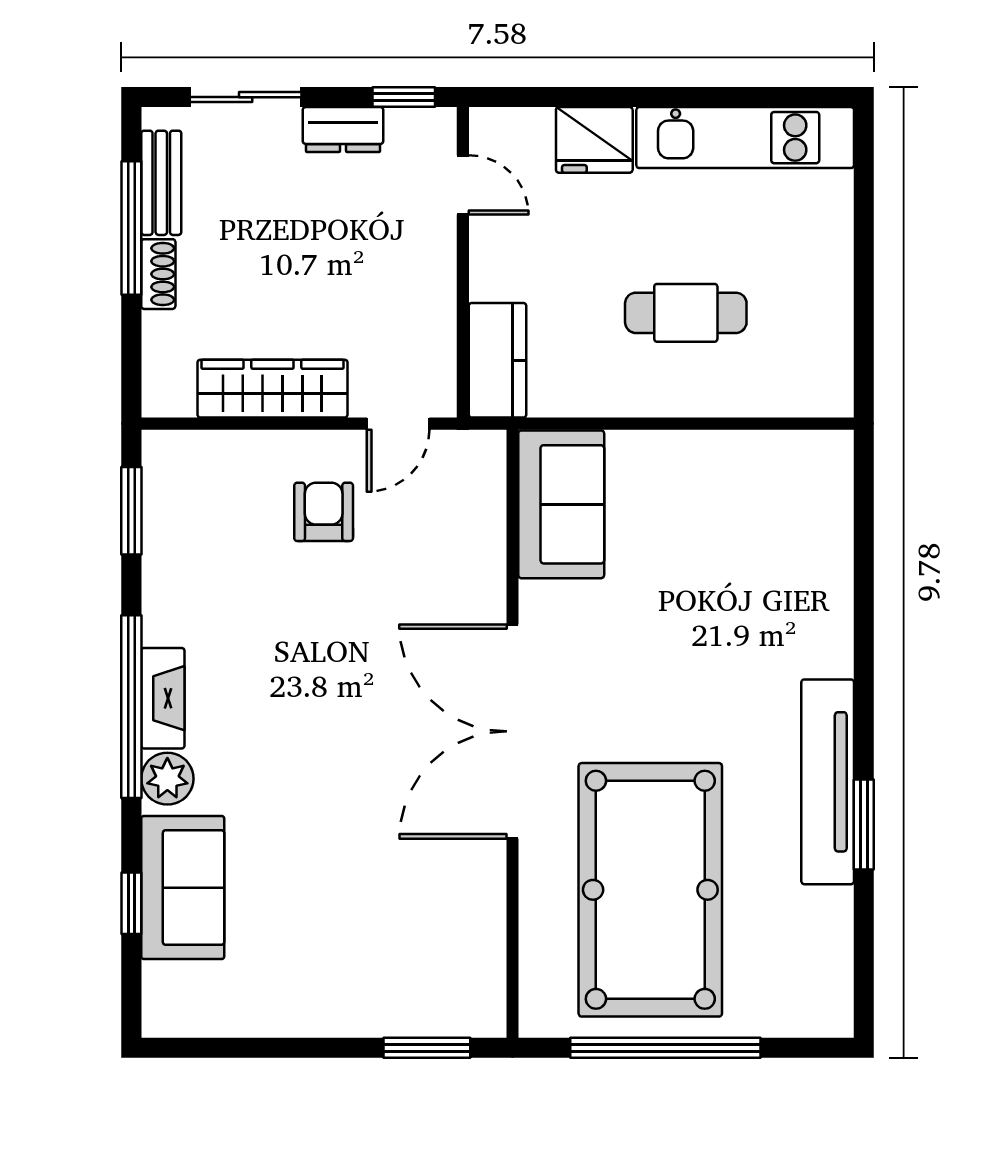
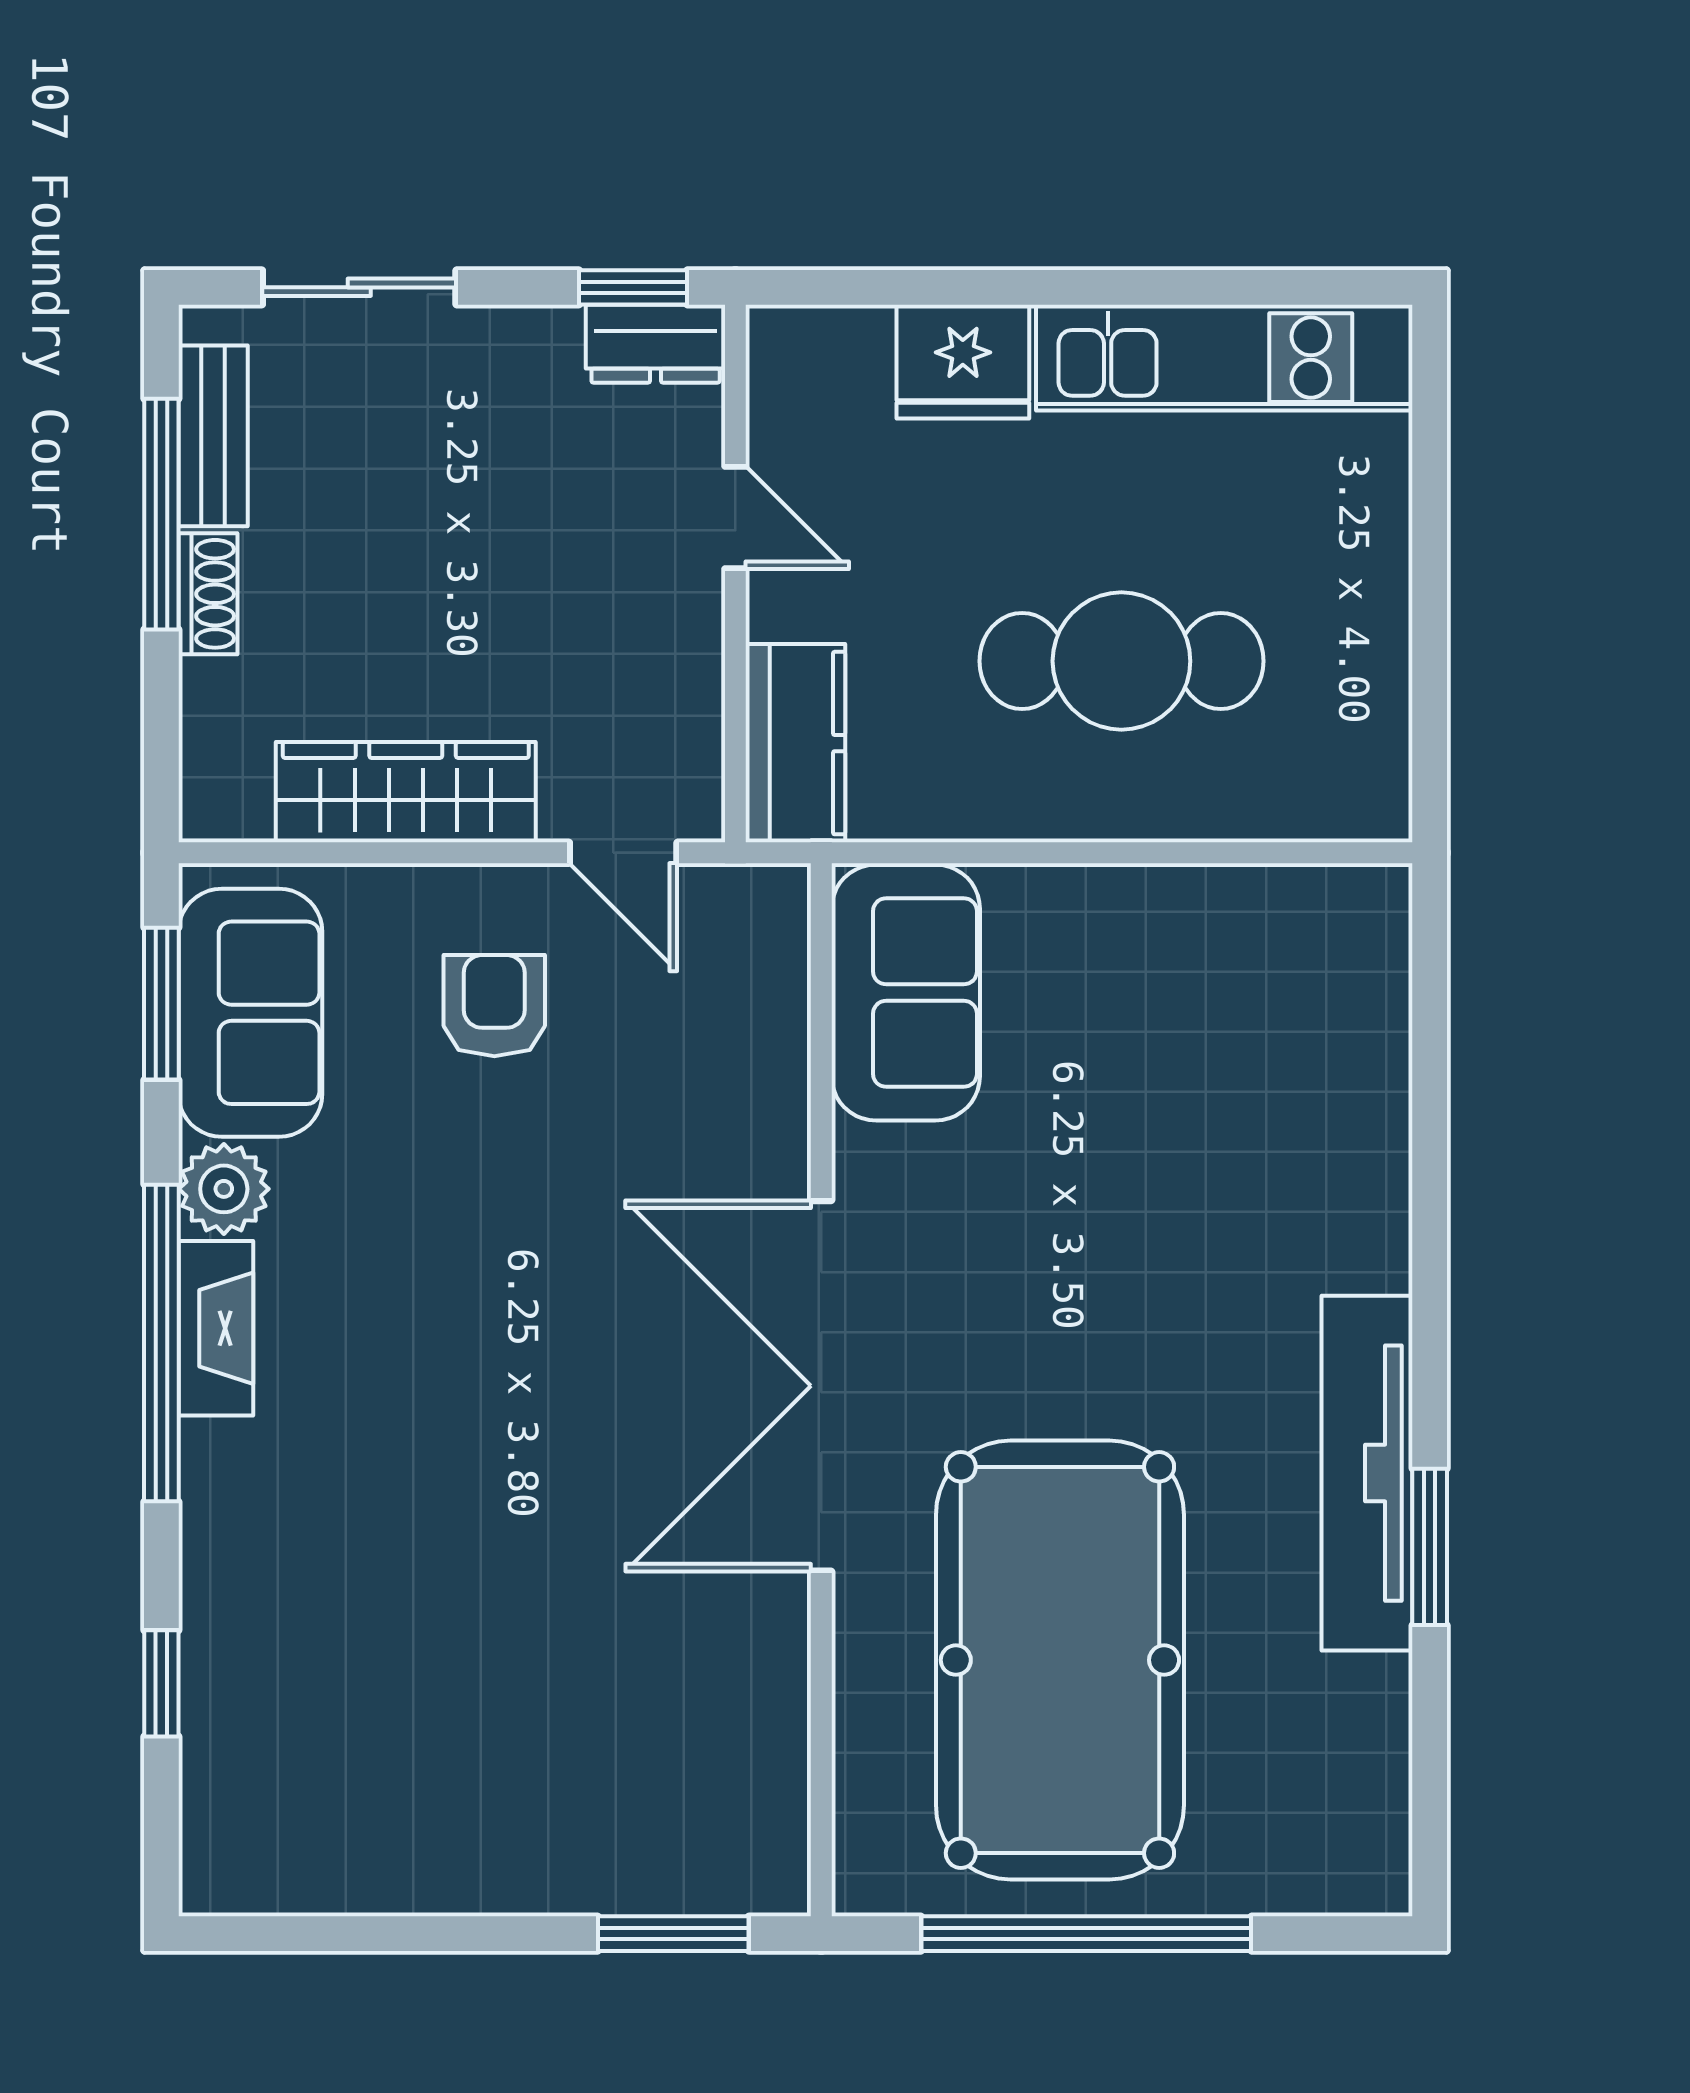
dresser: (343, 130) -> (656, 344), moved
door: (463, 185) -> (735, 517), moved
cafe table: (686, 313) -> (1121, 661), width x1.37, depth x1.35
door: (398, 424) -> (623, 853), hinge flipped
plant: (167, 779) -> (224, 1189), moved
sofa: (183, 888) -> (250, 1013), moved

